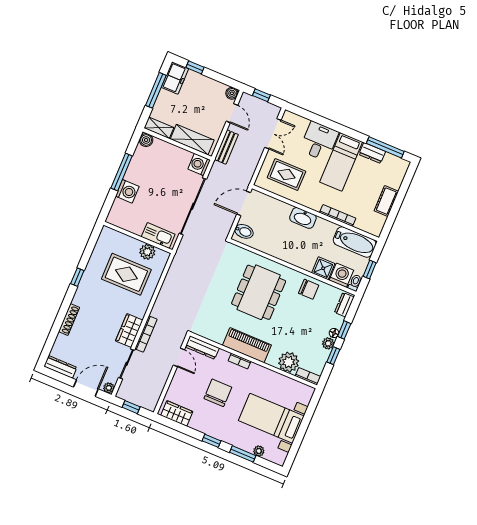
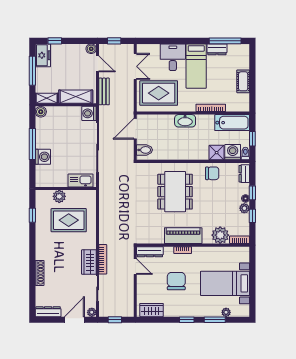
rug: (286, 174) -> (159, 93), width x1.36, depth x1.43
plant: (147, 252) -> (59, 196), moved
window: (77, 277) -> (32, 215), moved

